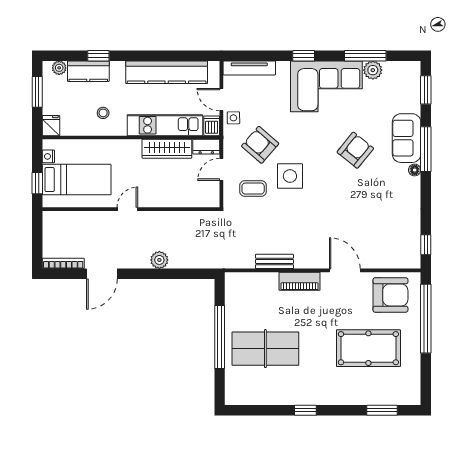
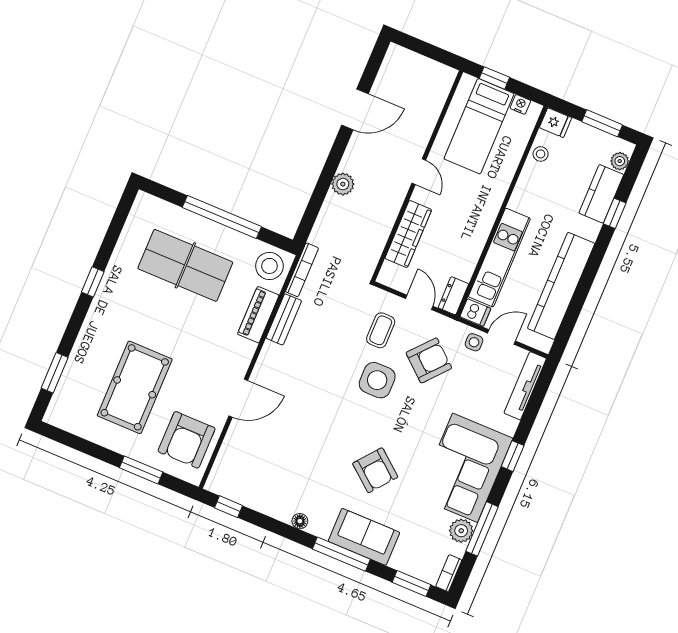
bookcase: (407, 66) -> (449, 573), added
stool: (103, 113) -> (541, 154), moved
wardrobe: (167, 149) -> (408, 234), moved, turned 180
floor lamp: (415, 170) -> (300, 521), moved
bookcase: (63, 263) -> (302, 270), moved
door: (102, 274) -> (355, 109), swing flipped
piano: (299, 281) -> (258, 315), moved
stool: (240, 288) -> (269, 266), added
window: (426, 319) -> (141, 470), width x0.47
table tennis table: (265, 349) -> (185, 265), turned 90

